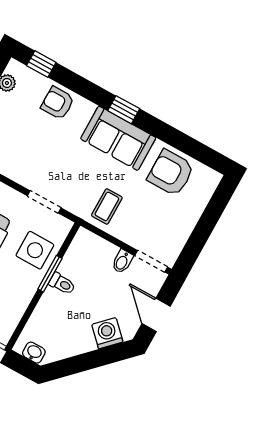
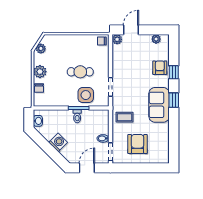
window: (41, 64) -> (174, 72), moved
armchair: (171, 173) -> (138, 144), moved
washing machine: (107, 333) -> (58, 142), moved

